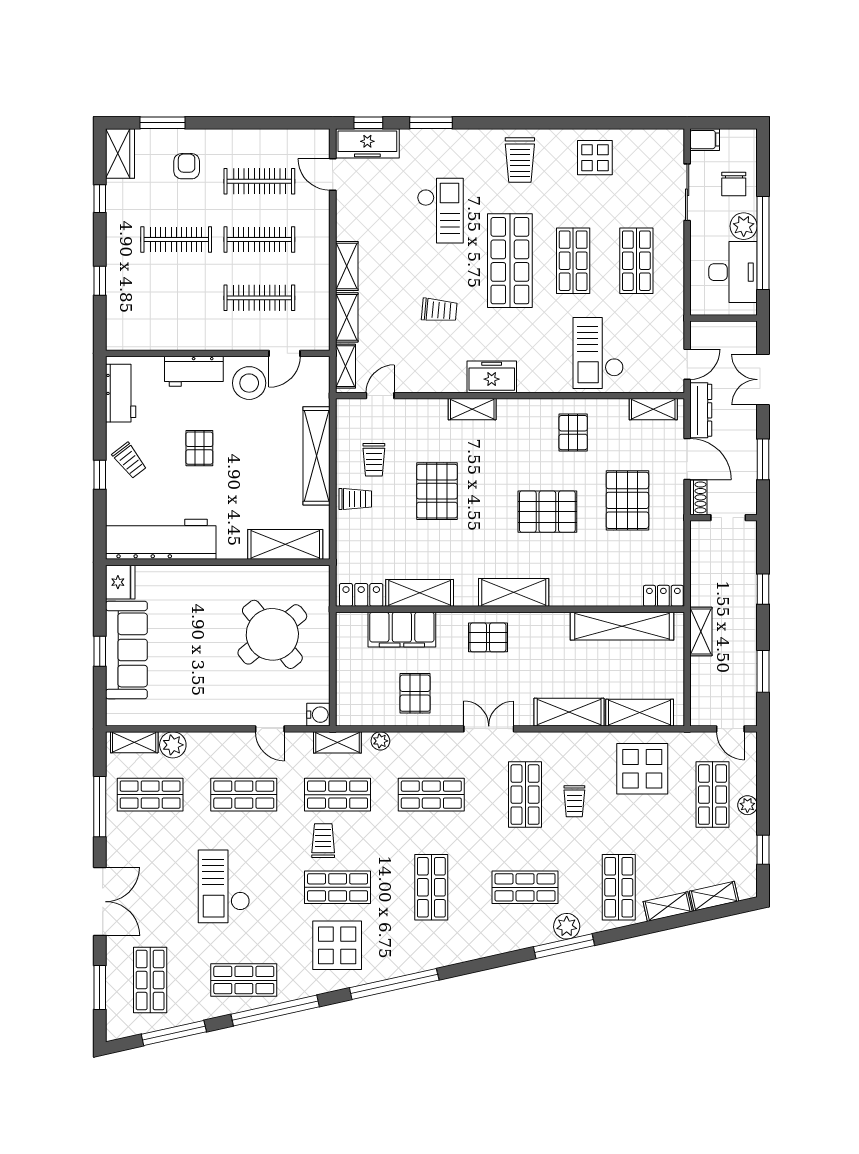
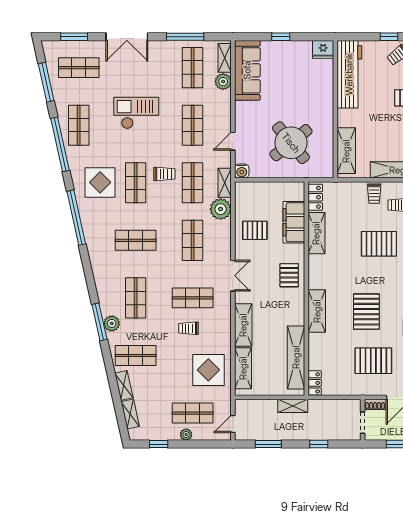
shelving: (514, 592) -> (317, 311), moved
sofa: (126, 650) -> (247, 70), moved, turned -90
plant: (380, 741) -> (221, 209), width x1.88, depth x1.88

